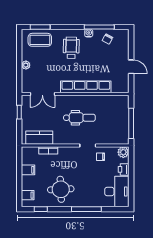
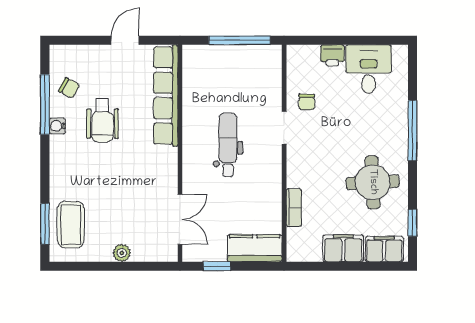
wheelchair: (71, 48) -> (103, 120), moved, turned -91
row of seats: (86, 87) -> (166, 96), moved
kitchen counter: (39, 138) -> (255, 248), moved, turned 90
plant: (123, 152) -> (298, 56), removed
filing cabinet: (28, 170) -> (343, 248), width x2.00
desk: (117, 192) -> (369, 69), width x0.73
filing cabinet: (28, 195) -> (384, 249), width x2.00

